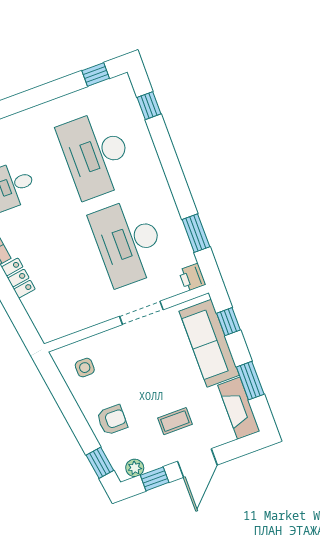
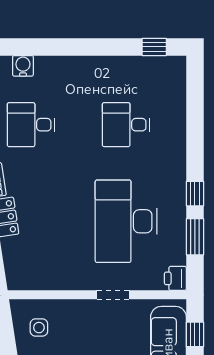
window: (149, 106) -> (195, 194), moved
desk: (96, 154) -> (126, 125), width x0.53, depth x0.77
doorway: (141, 313) -> (113, 295), width x0.73

